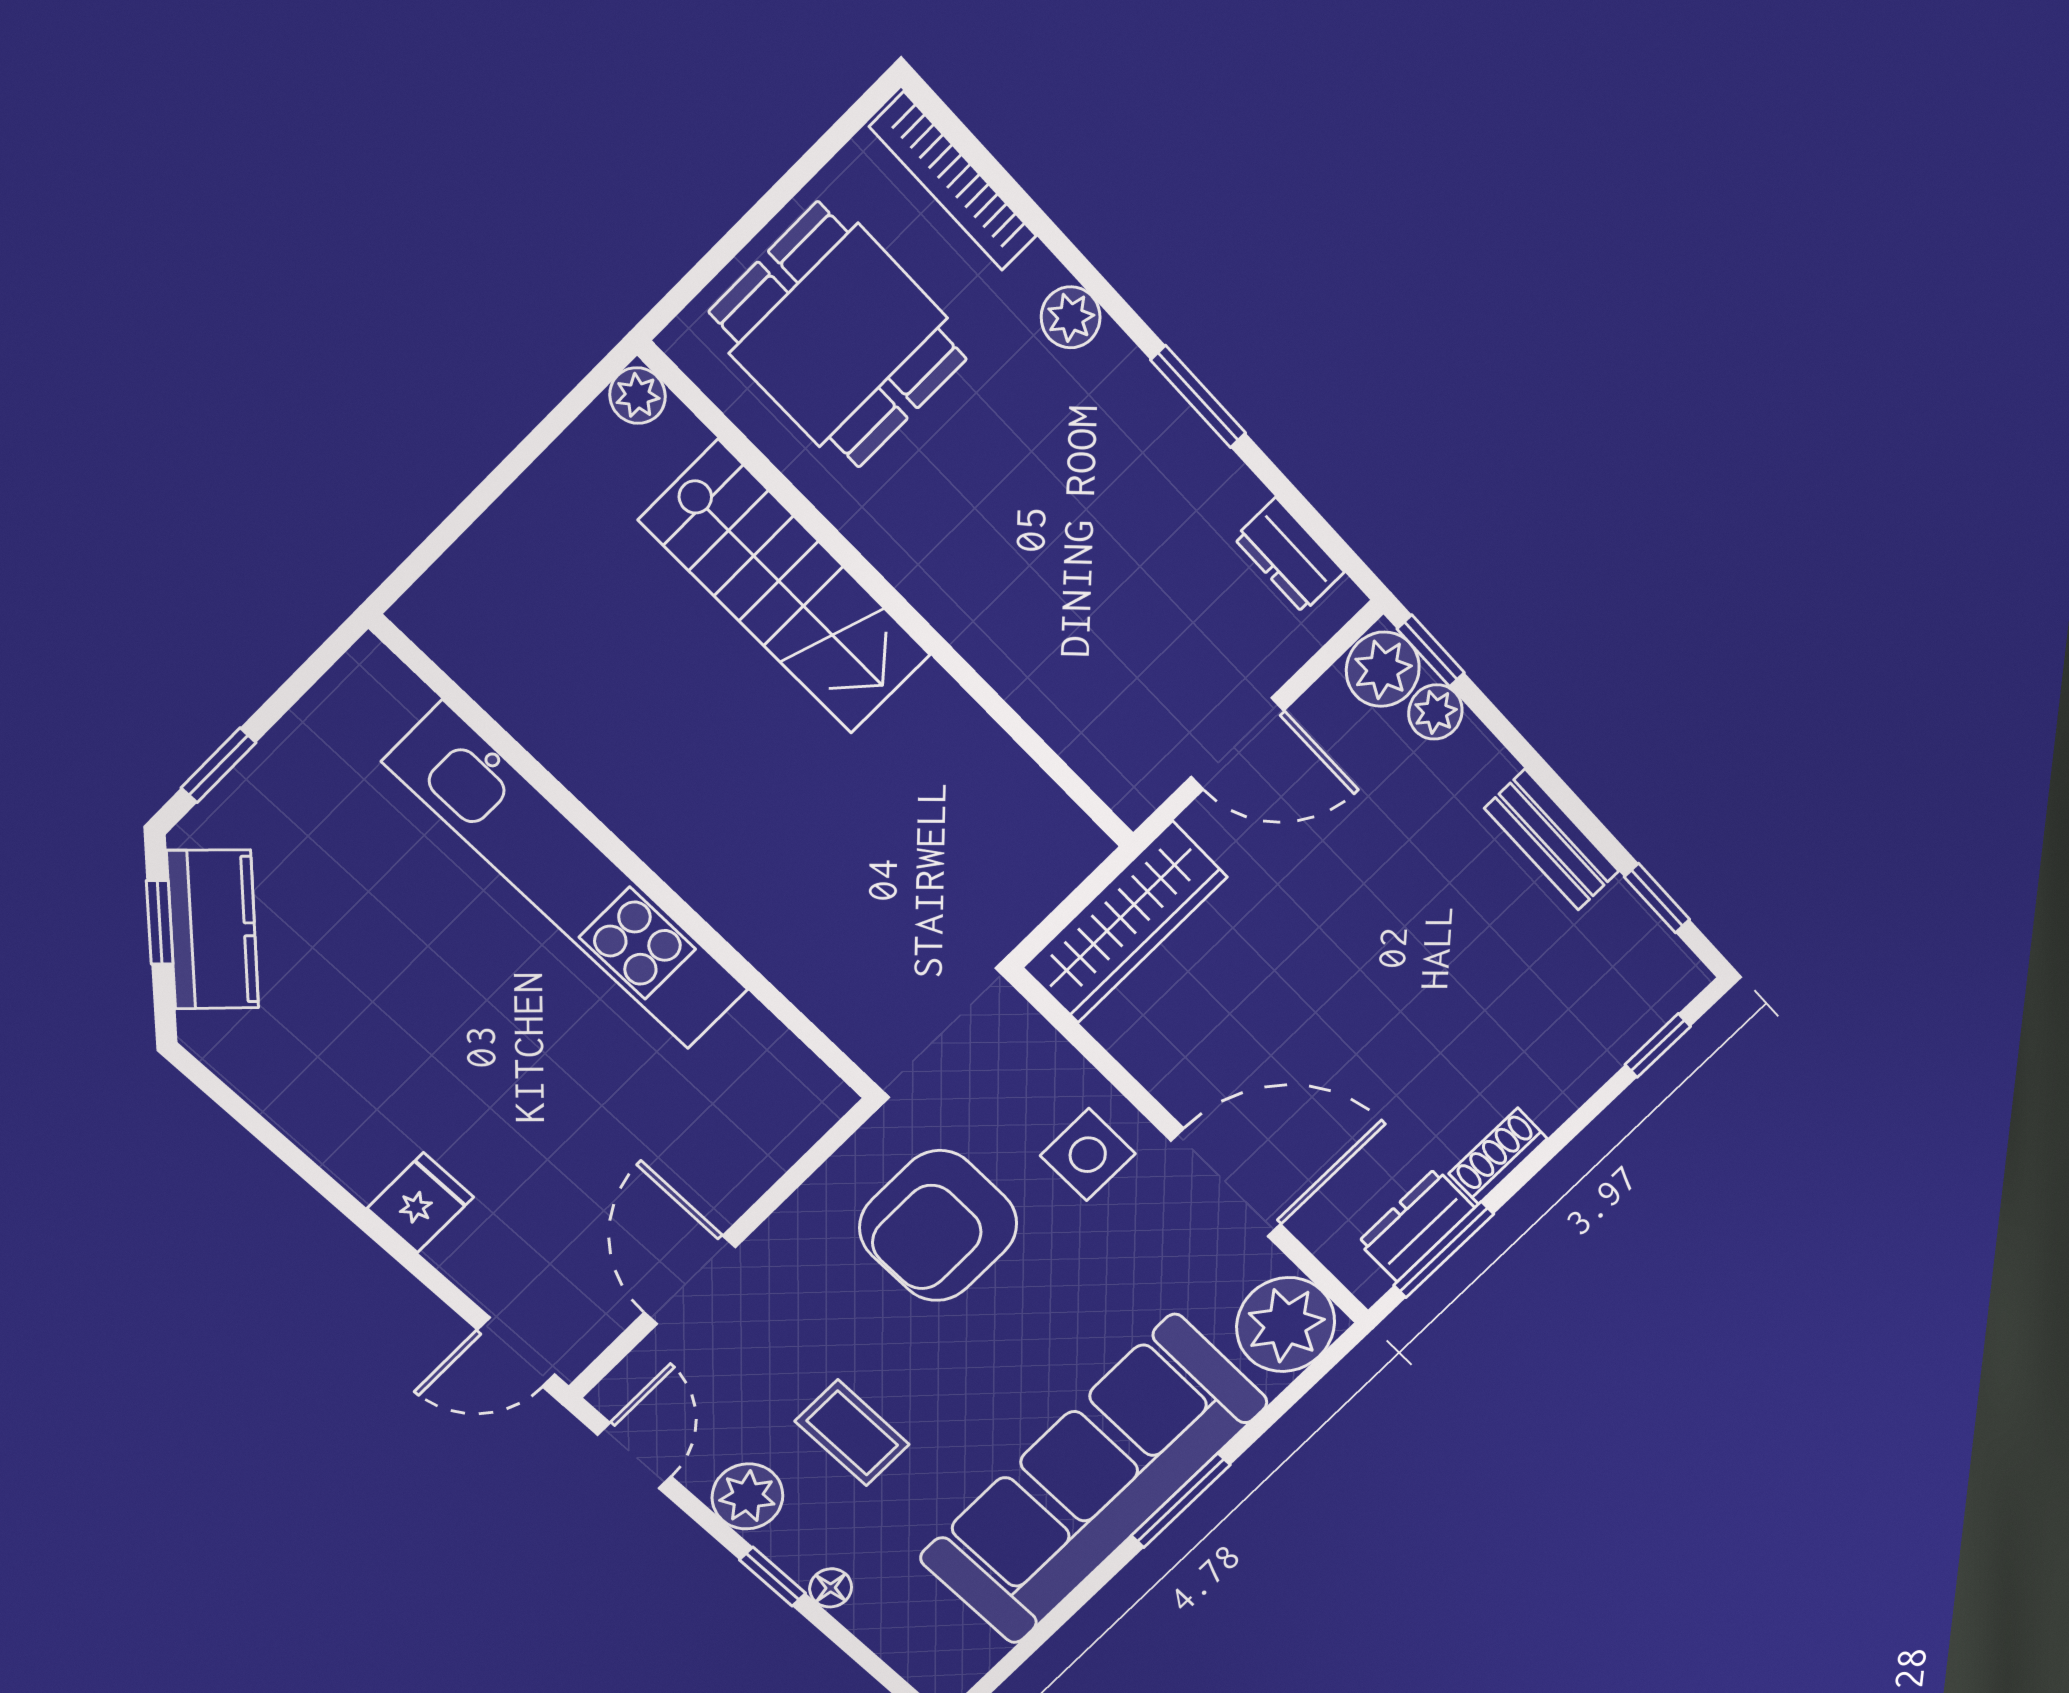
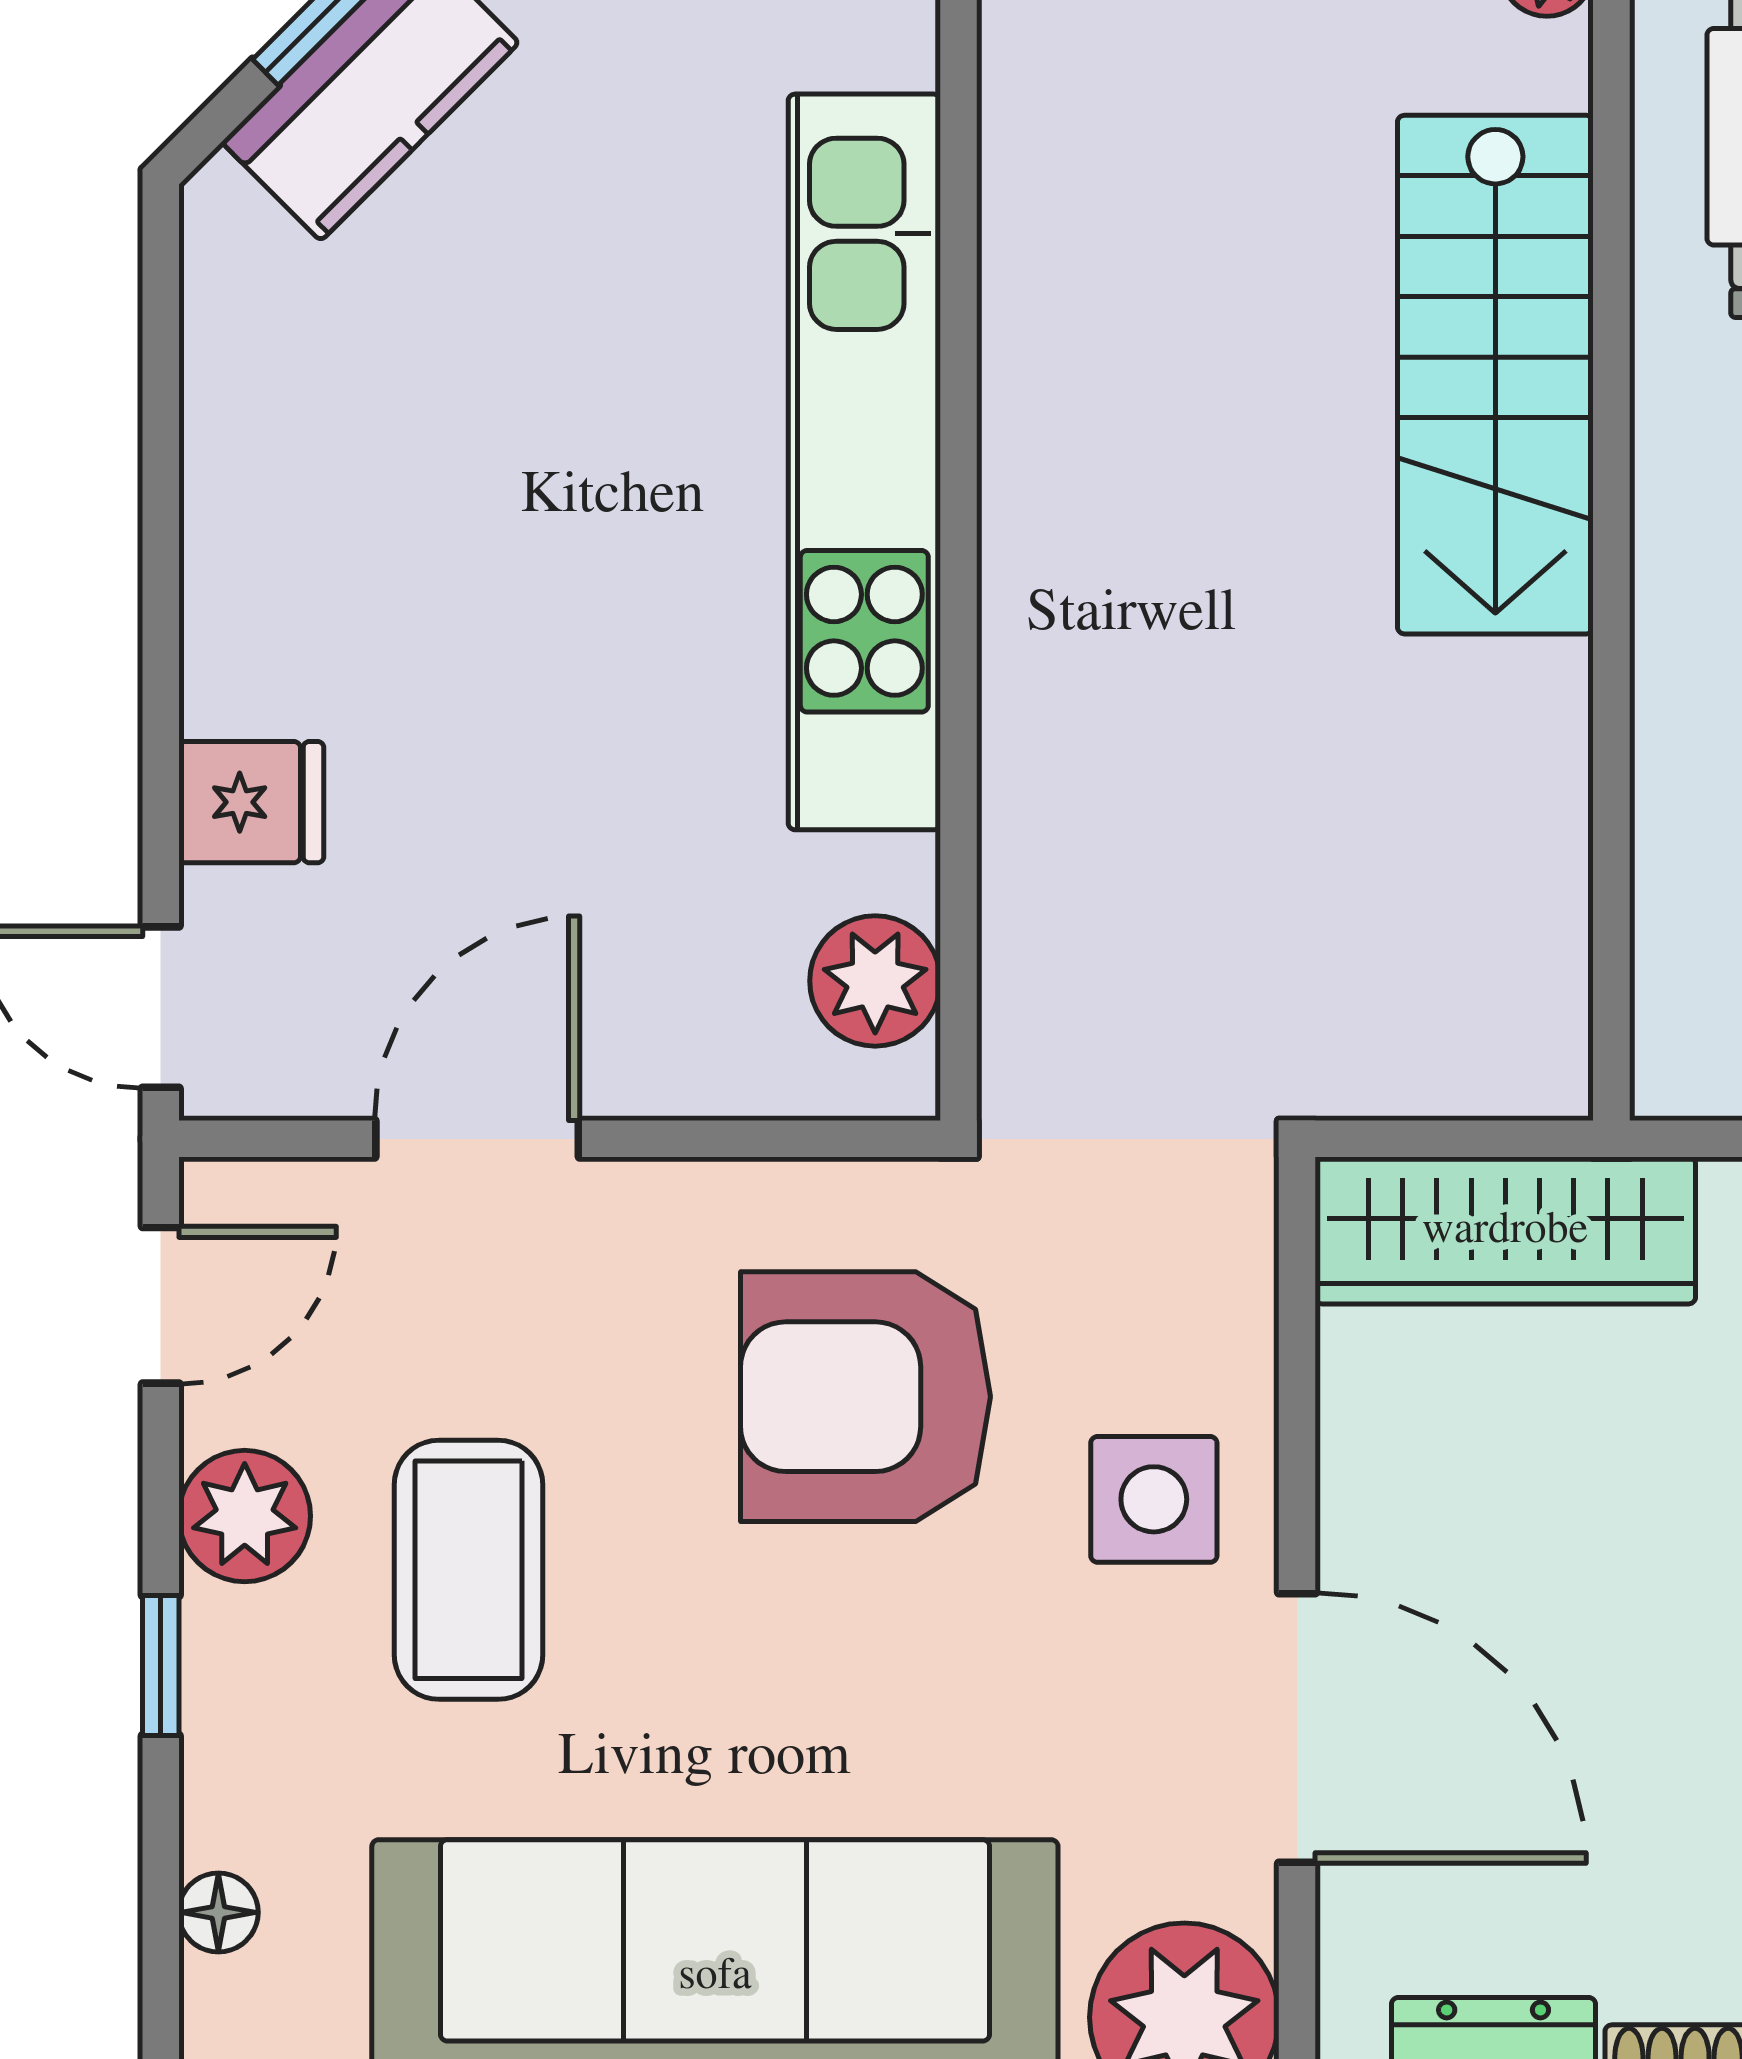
plant: (782, 1071) -> (875, 981), added
fridge: (420, 1203) -> (251, 802), moved
coffee table: (852, 1433) -> (468, 1570), width x1.36, depth x1.30
floor lamp: (831, 1588) -> (218, 1912), moved

